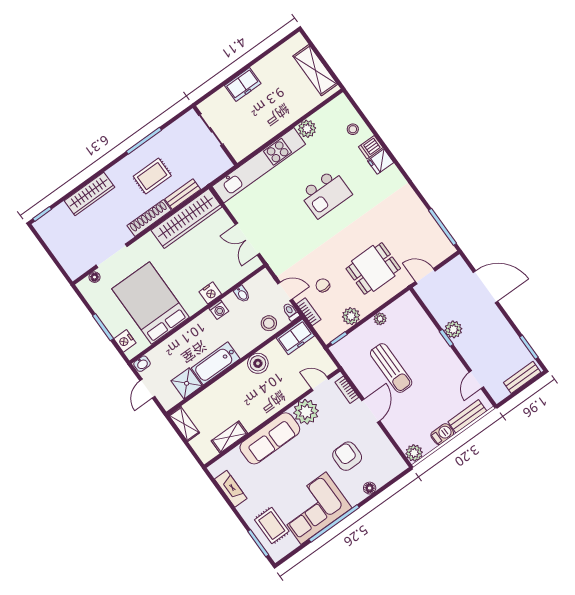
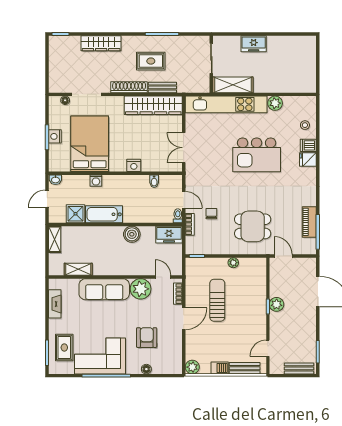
shelving: (315, 70) -> (233, 85), moved, turned 90
kitchen island: (326, 194) -> (257, 155), width x1.37, depth x1.28
piano: (427, 223) -> (309, 222), added
washing machine: (219, 310) -> (96, 181), moved
plant: (351, 316) -> (215, 247), removed
stool: (269, 323) -> (158, 213), removed
nightstand: (125, 341) -> (55, 136), moved
sun lounger: (391, 368) -> (217, 300), turned 180

